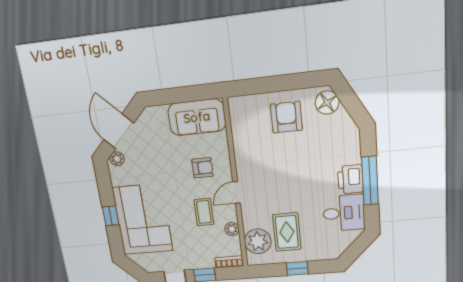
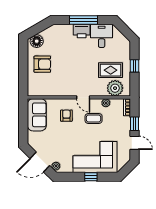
armchair: (286, 117) -> (42, 64), turned 180

